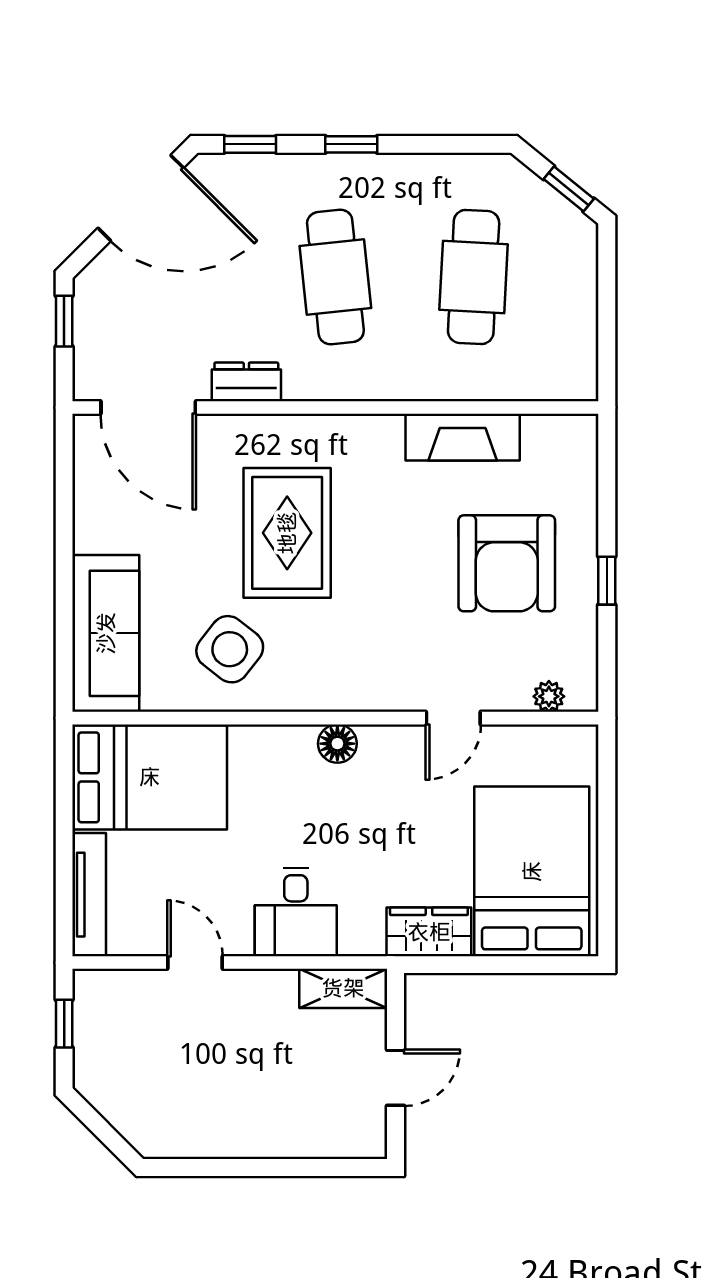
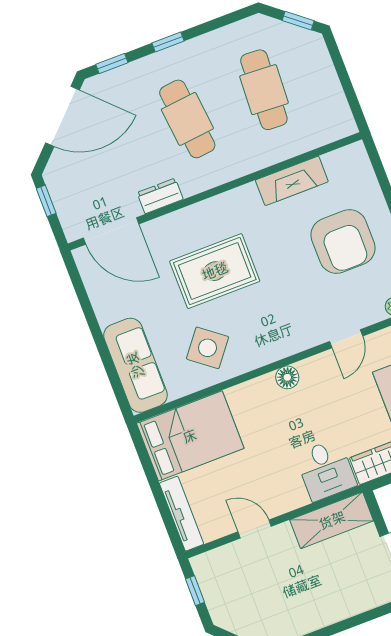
rug: (287, 533) -> (215, 271), turned 90
desk: (296, 912) -> (326, 470), moved
shelving: (343, 988) -> (332, 520), width x1.50, depth x1.33

